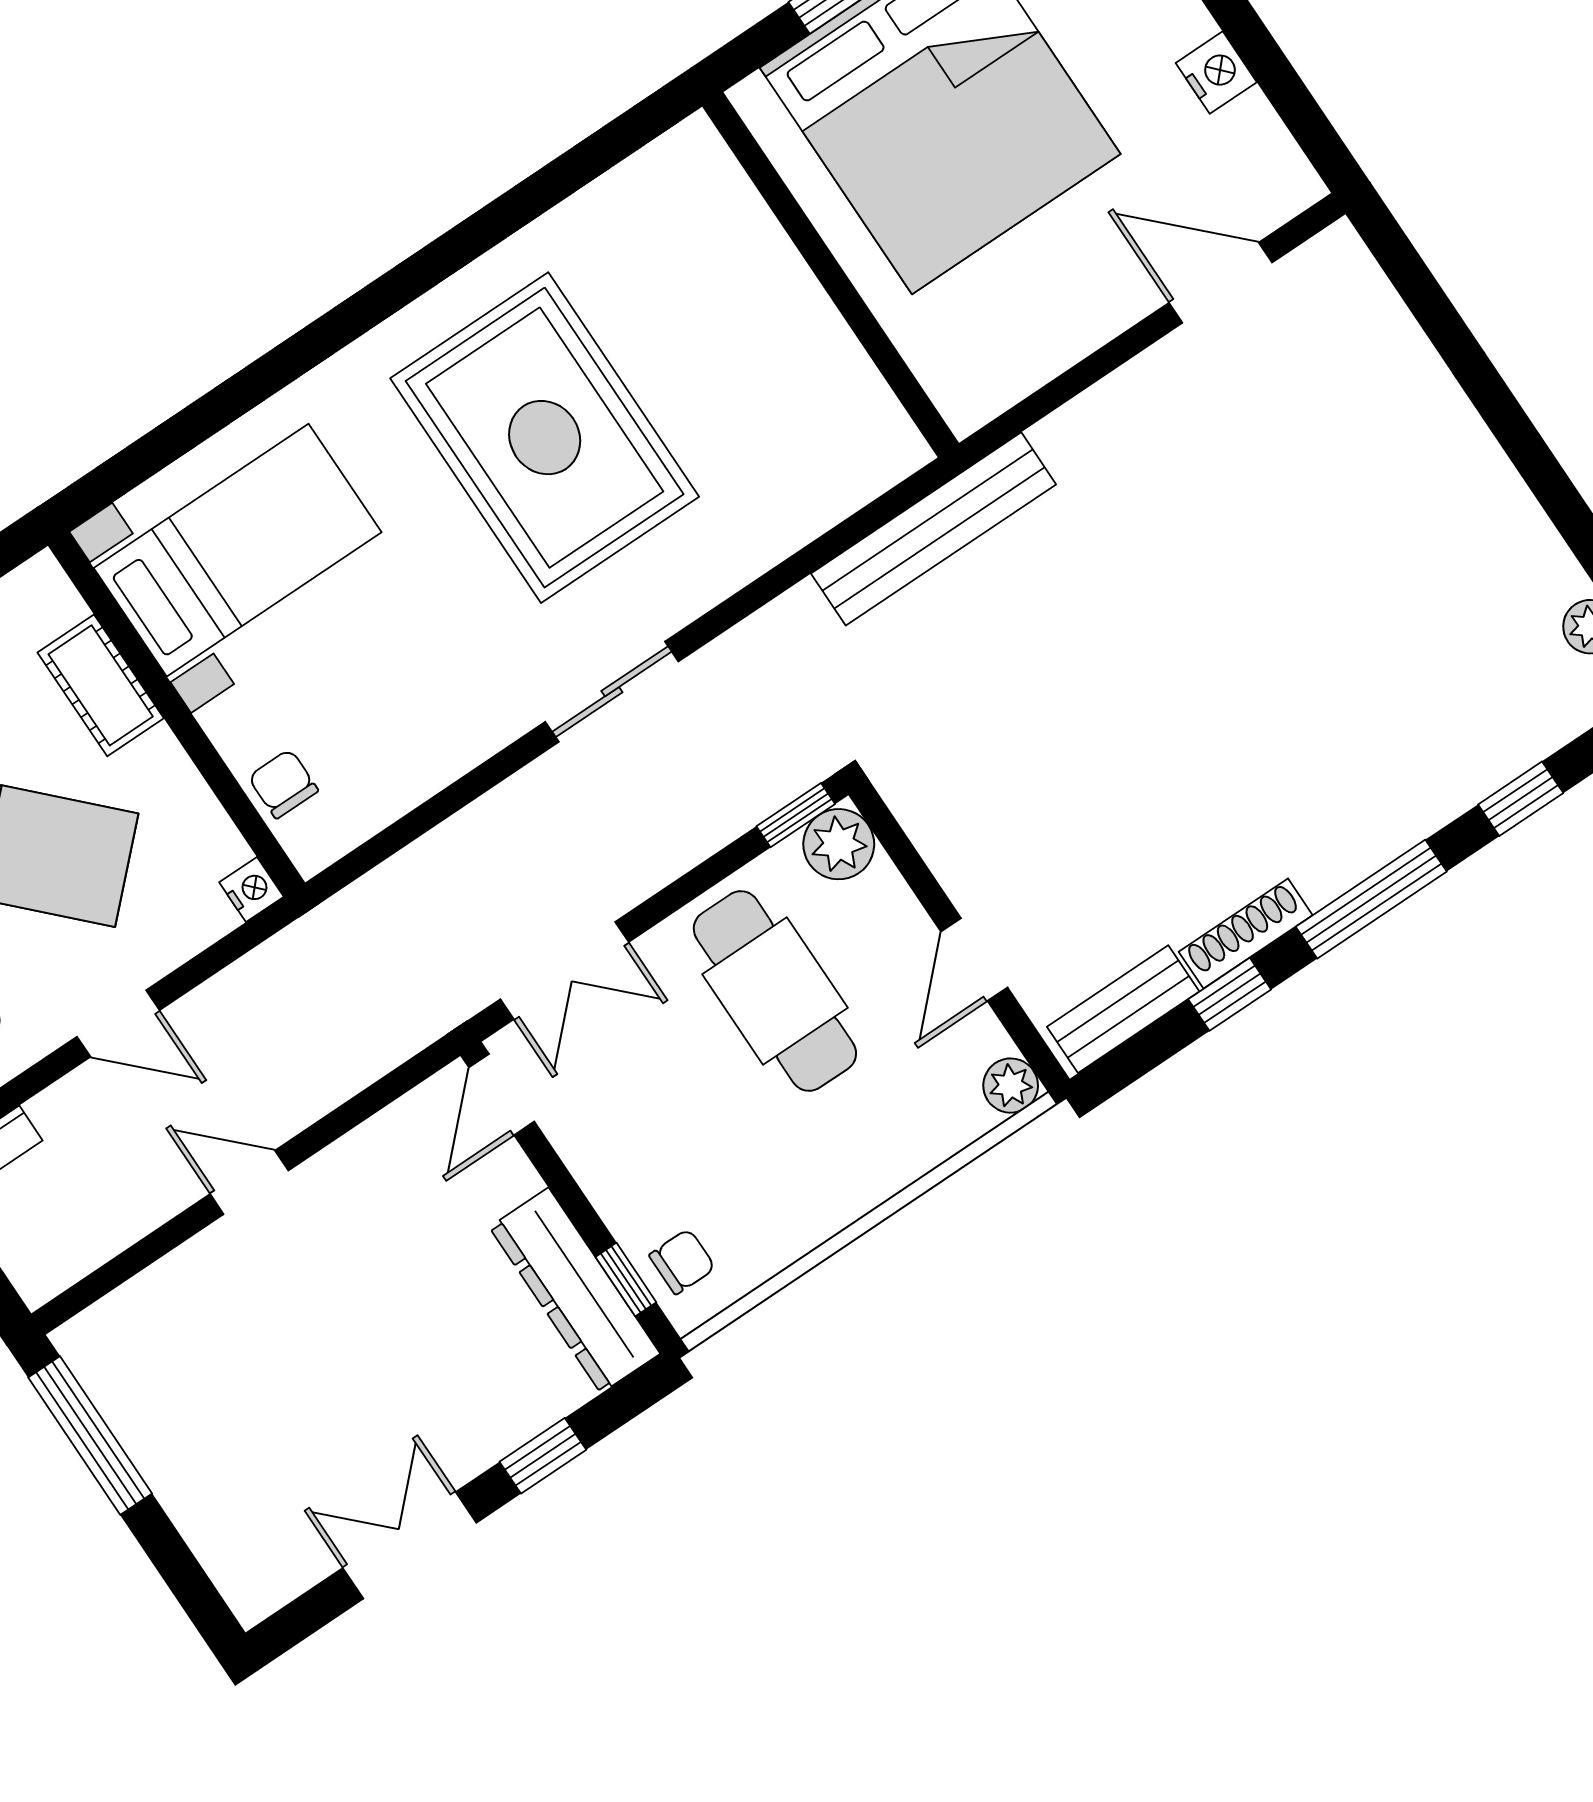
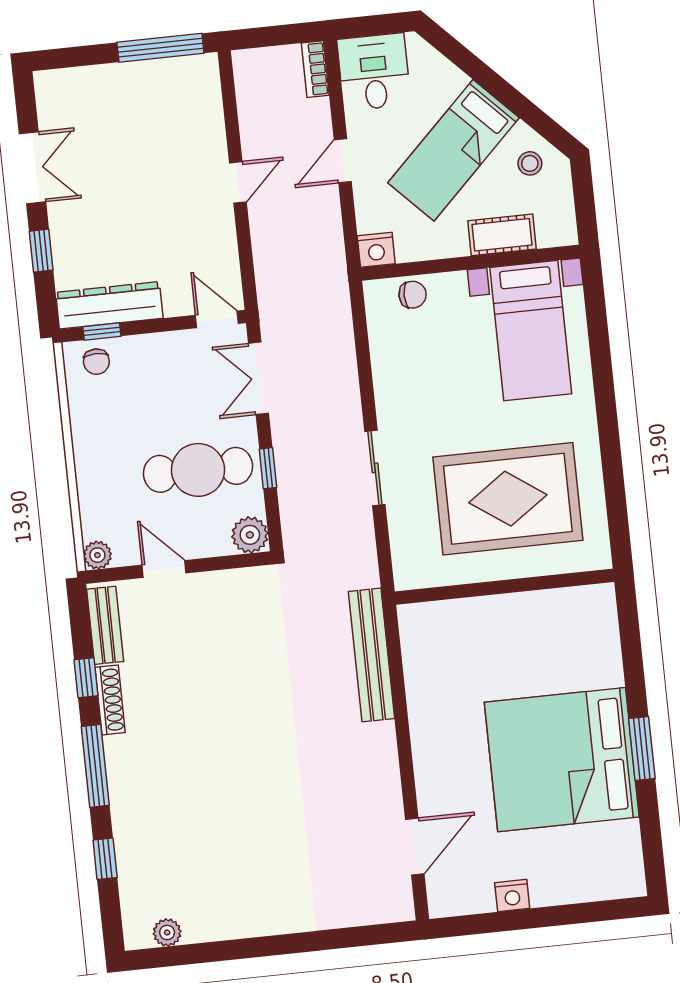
wall: (830, 275) -> (504, 587), moved
window: (796, 815) -> (268, 468), moved
nightstand: (251, 889) -> (376, 250), width x1.39, depth x1.35

